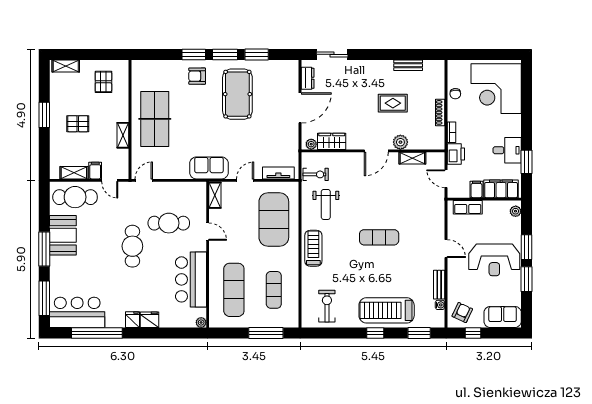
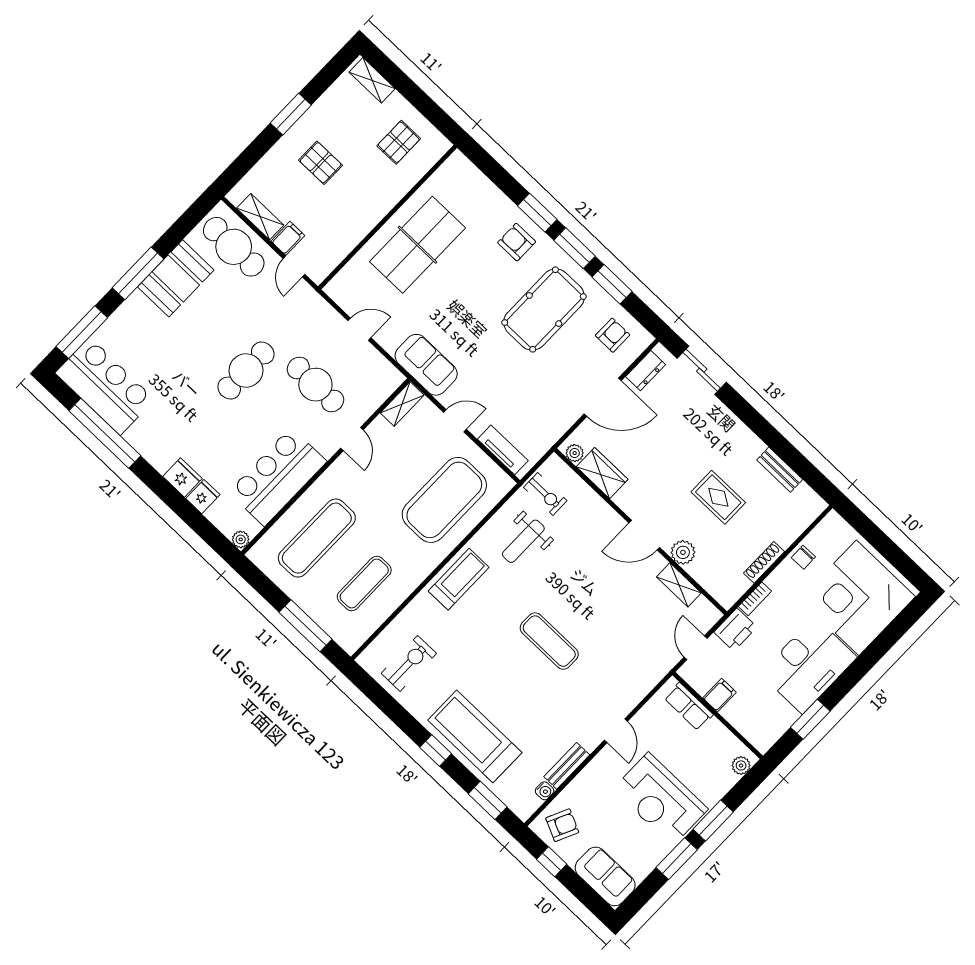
armchair: (278, 77) -> (613, 335), added
shelving: (123, 135) -> (361, 228), removed
desk: (507, 150) -> (808, 665), width x1.87, depth x1.30
door: (144, 180) -> (359, 329), moved
filing cabinet: (501, 189) -> (749, 722), removed
fridge: (133, 320) -> (203, 497), moved

